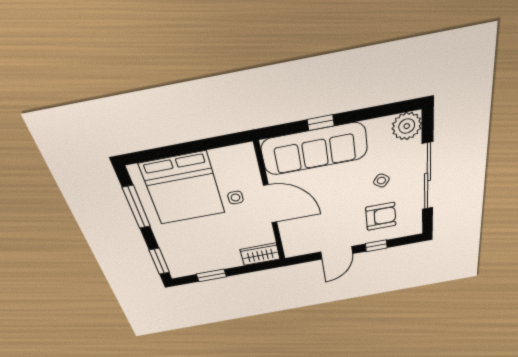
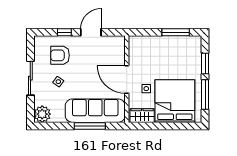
window: (321, 123) -> (90, 126), width x2.17
sliding door: (427, 177) -> (30, 78), width x0.73
wardrobe: (260, 254) -> (142, 116), moved, turned 180
window: (159, 261) -> (205, 63), moved
window: (211, 275) -> (176, 32), width x1.44

